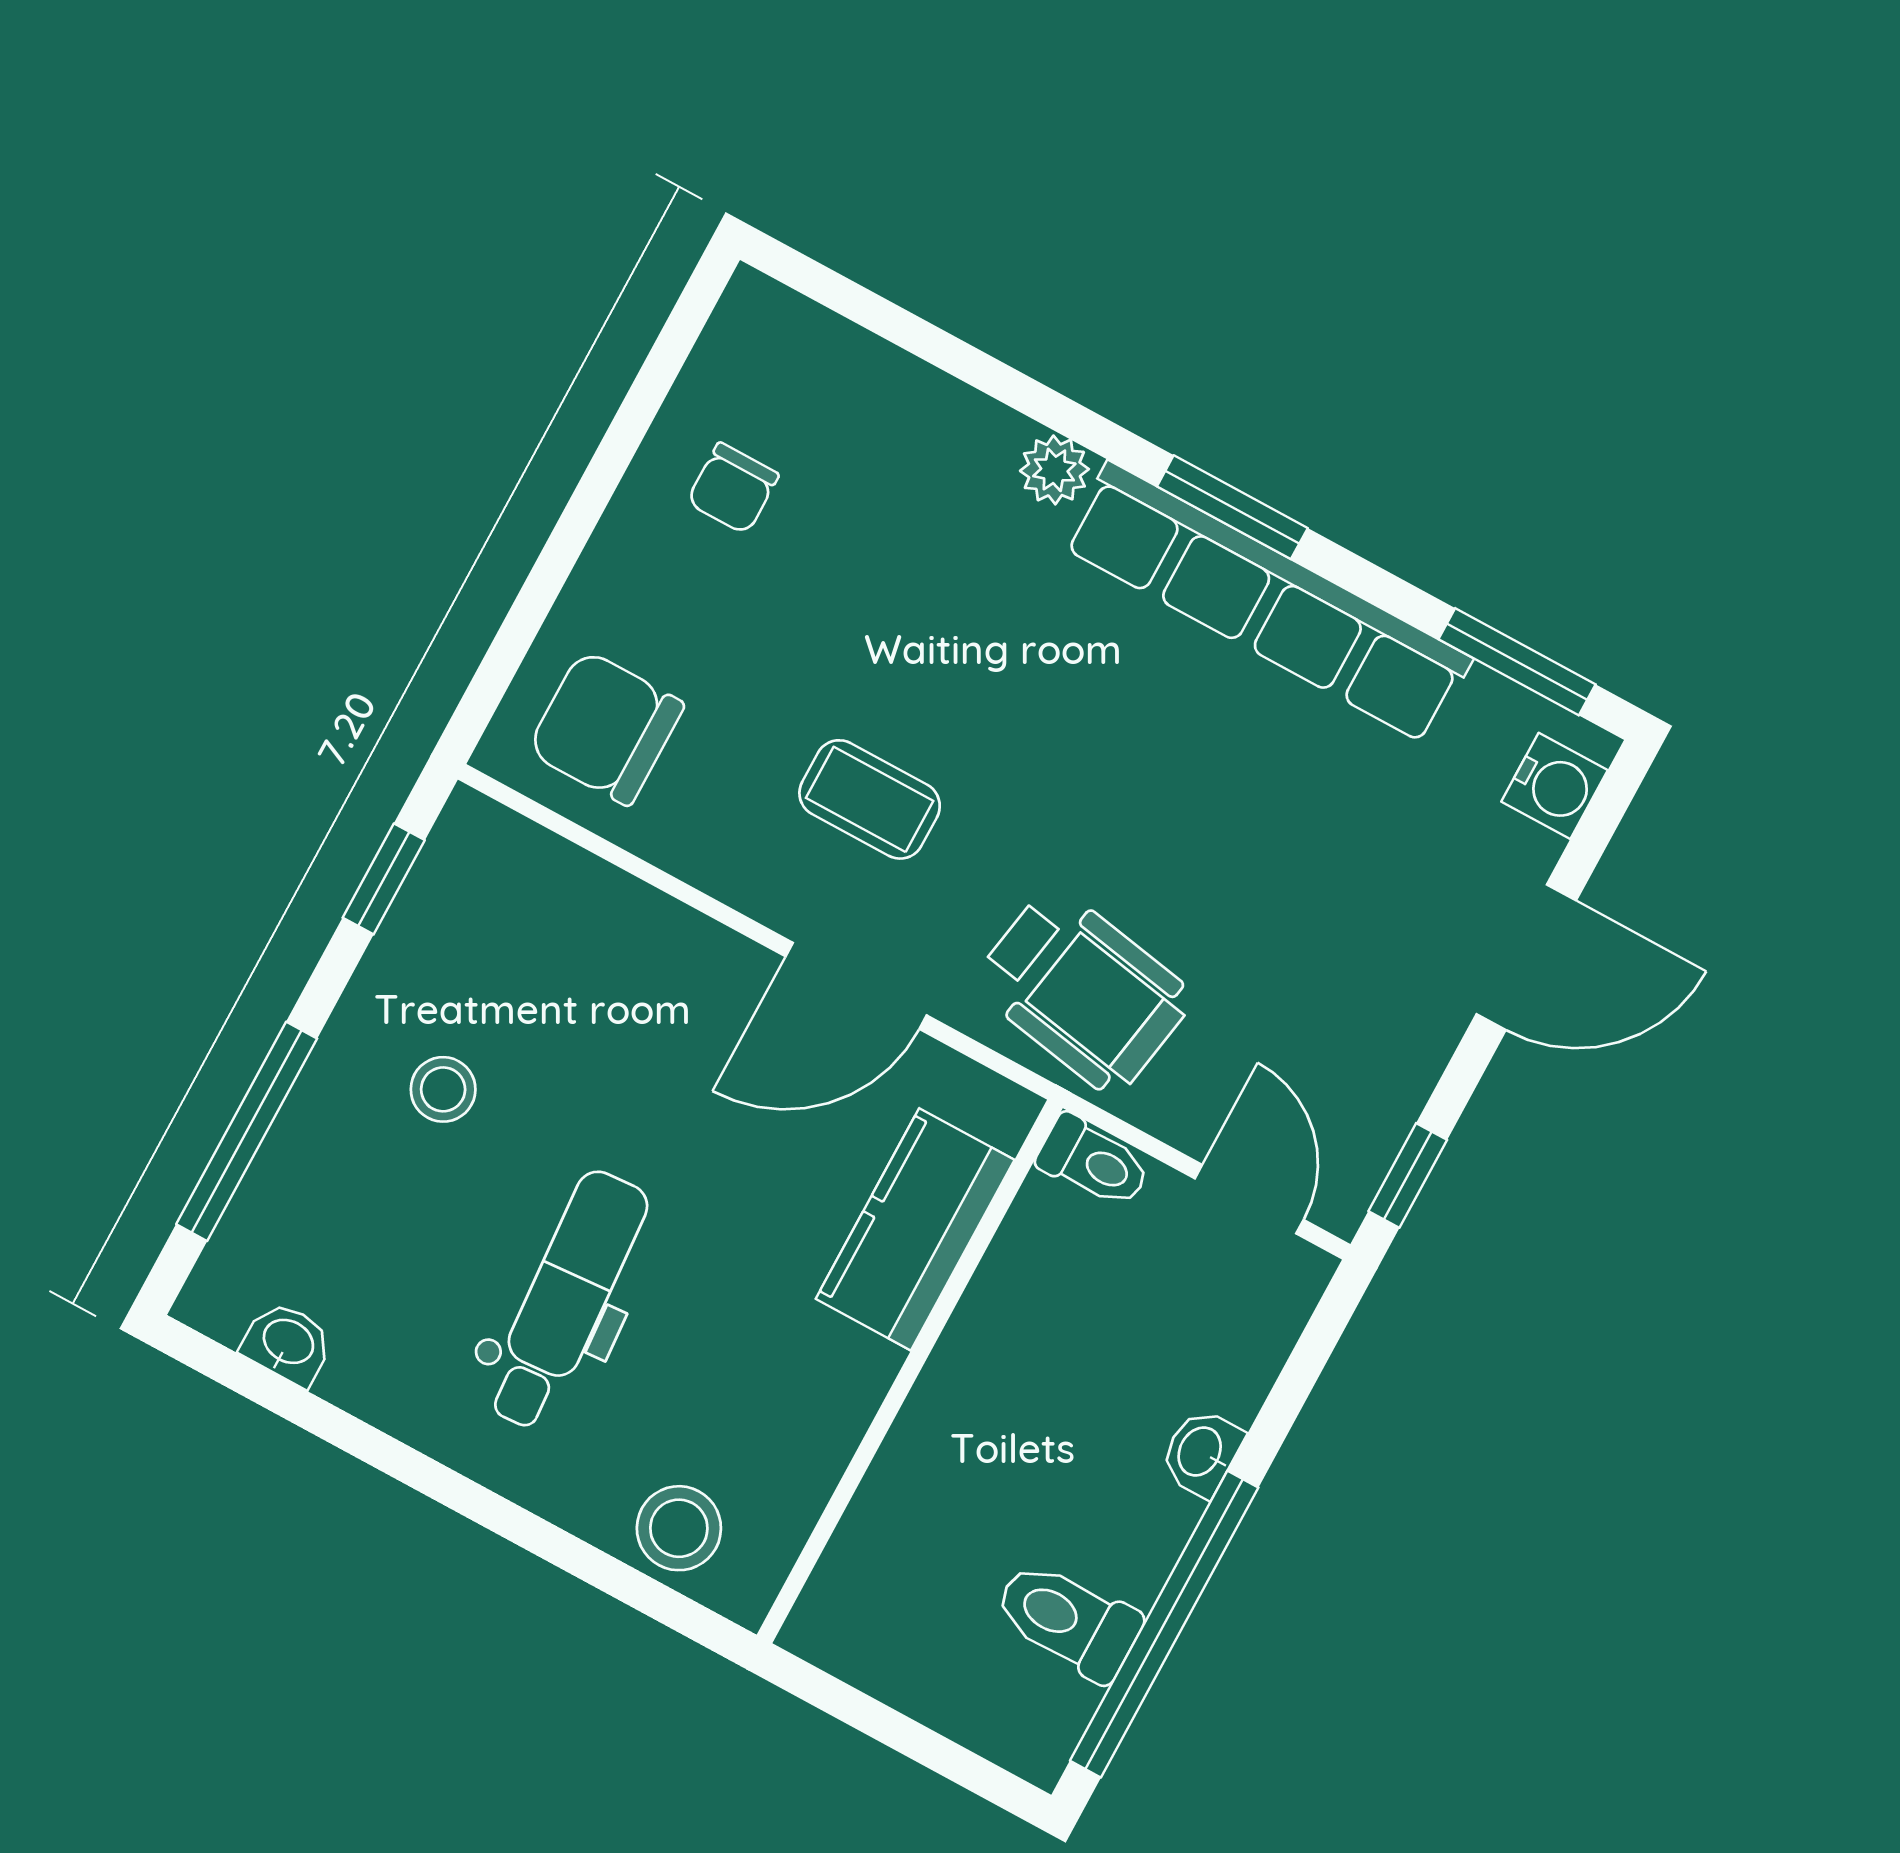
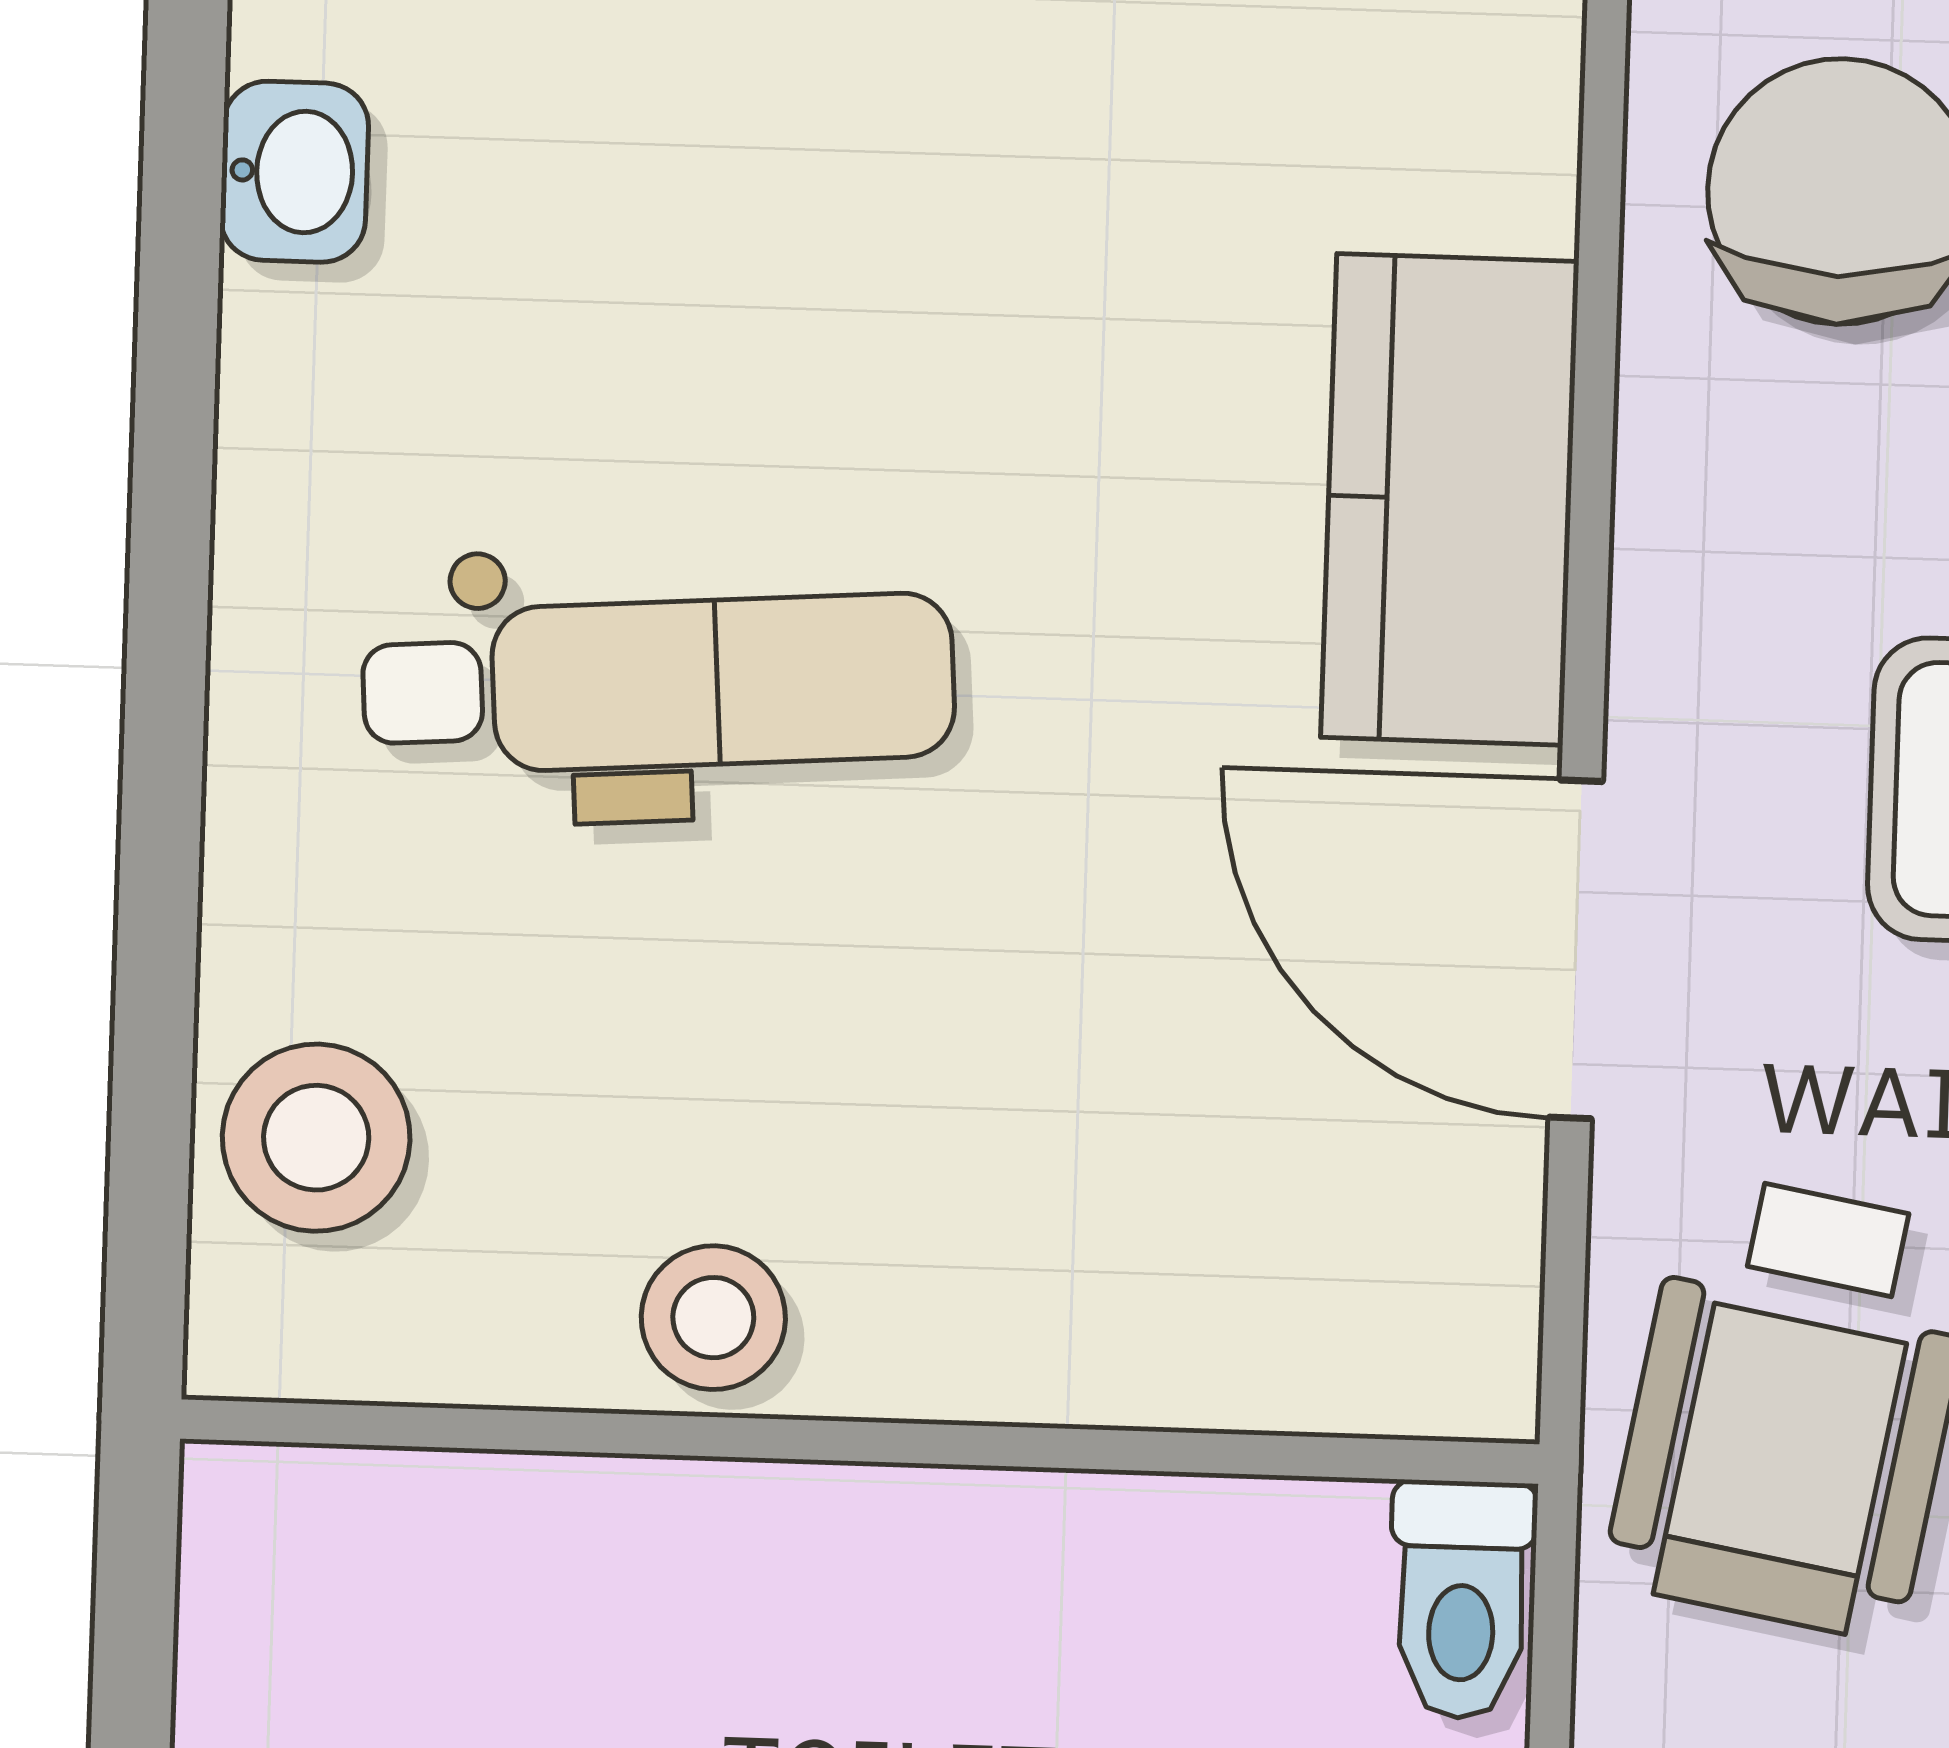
stool: (443, 1089) -> (713, 1318), moved
kitchen counter: (915, 1229) -> (1450, 499), moved, turned -90

